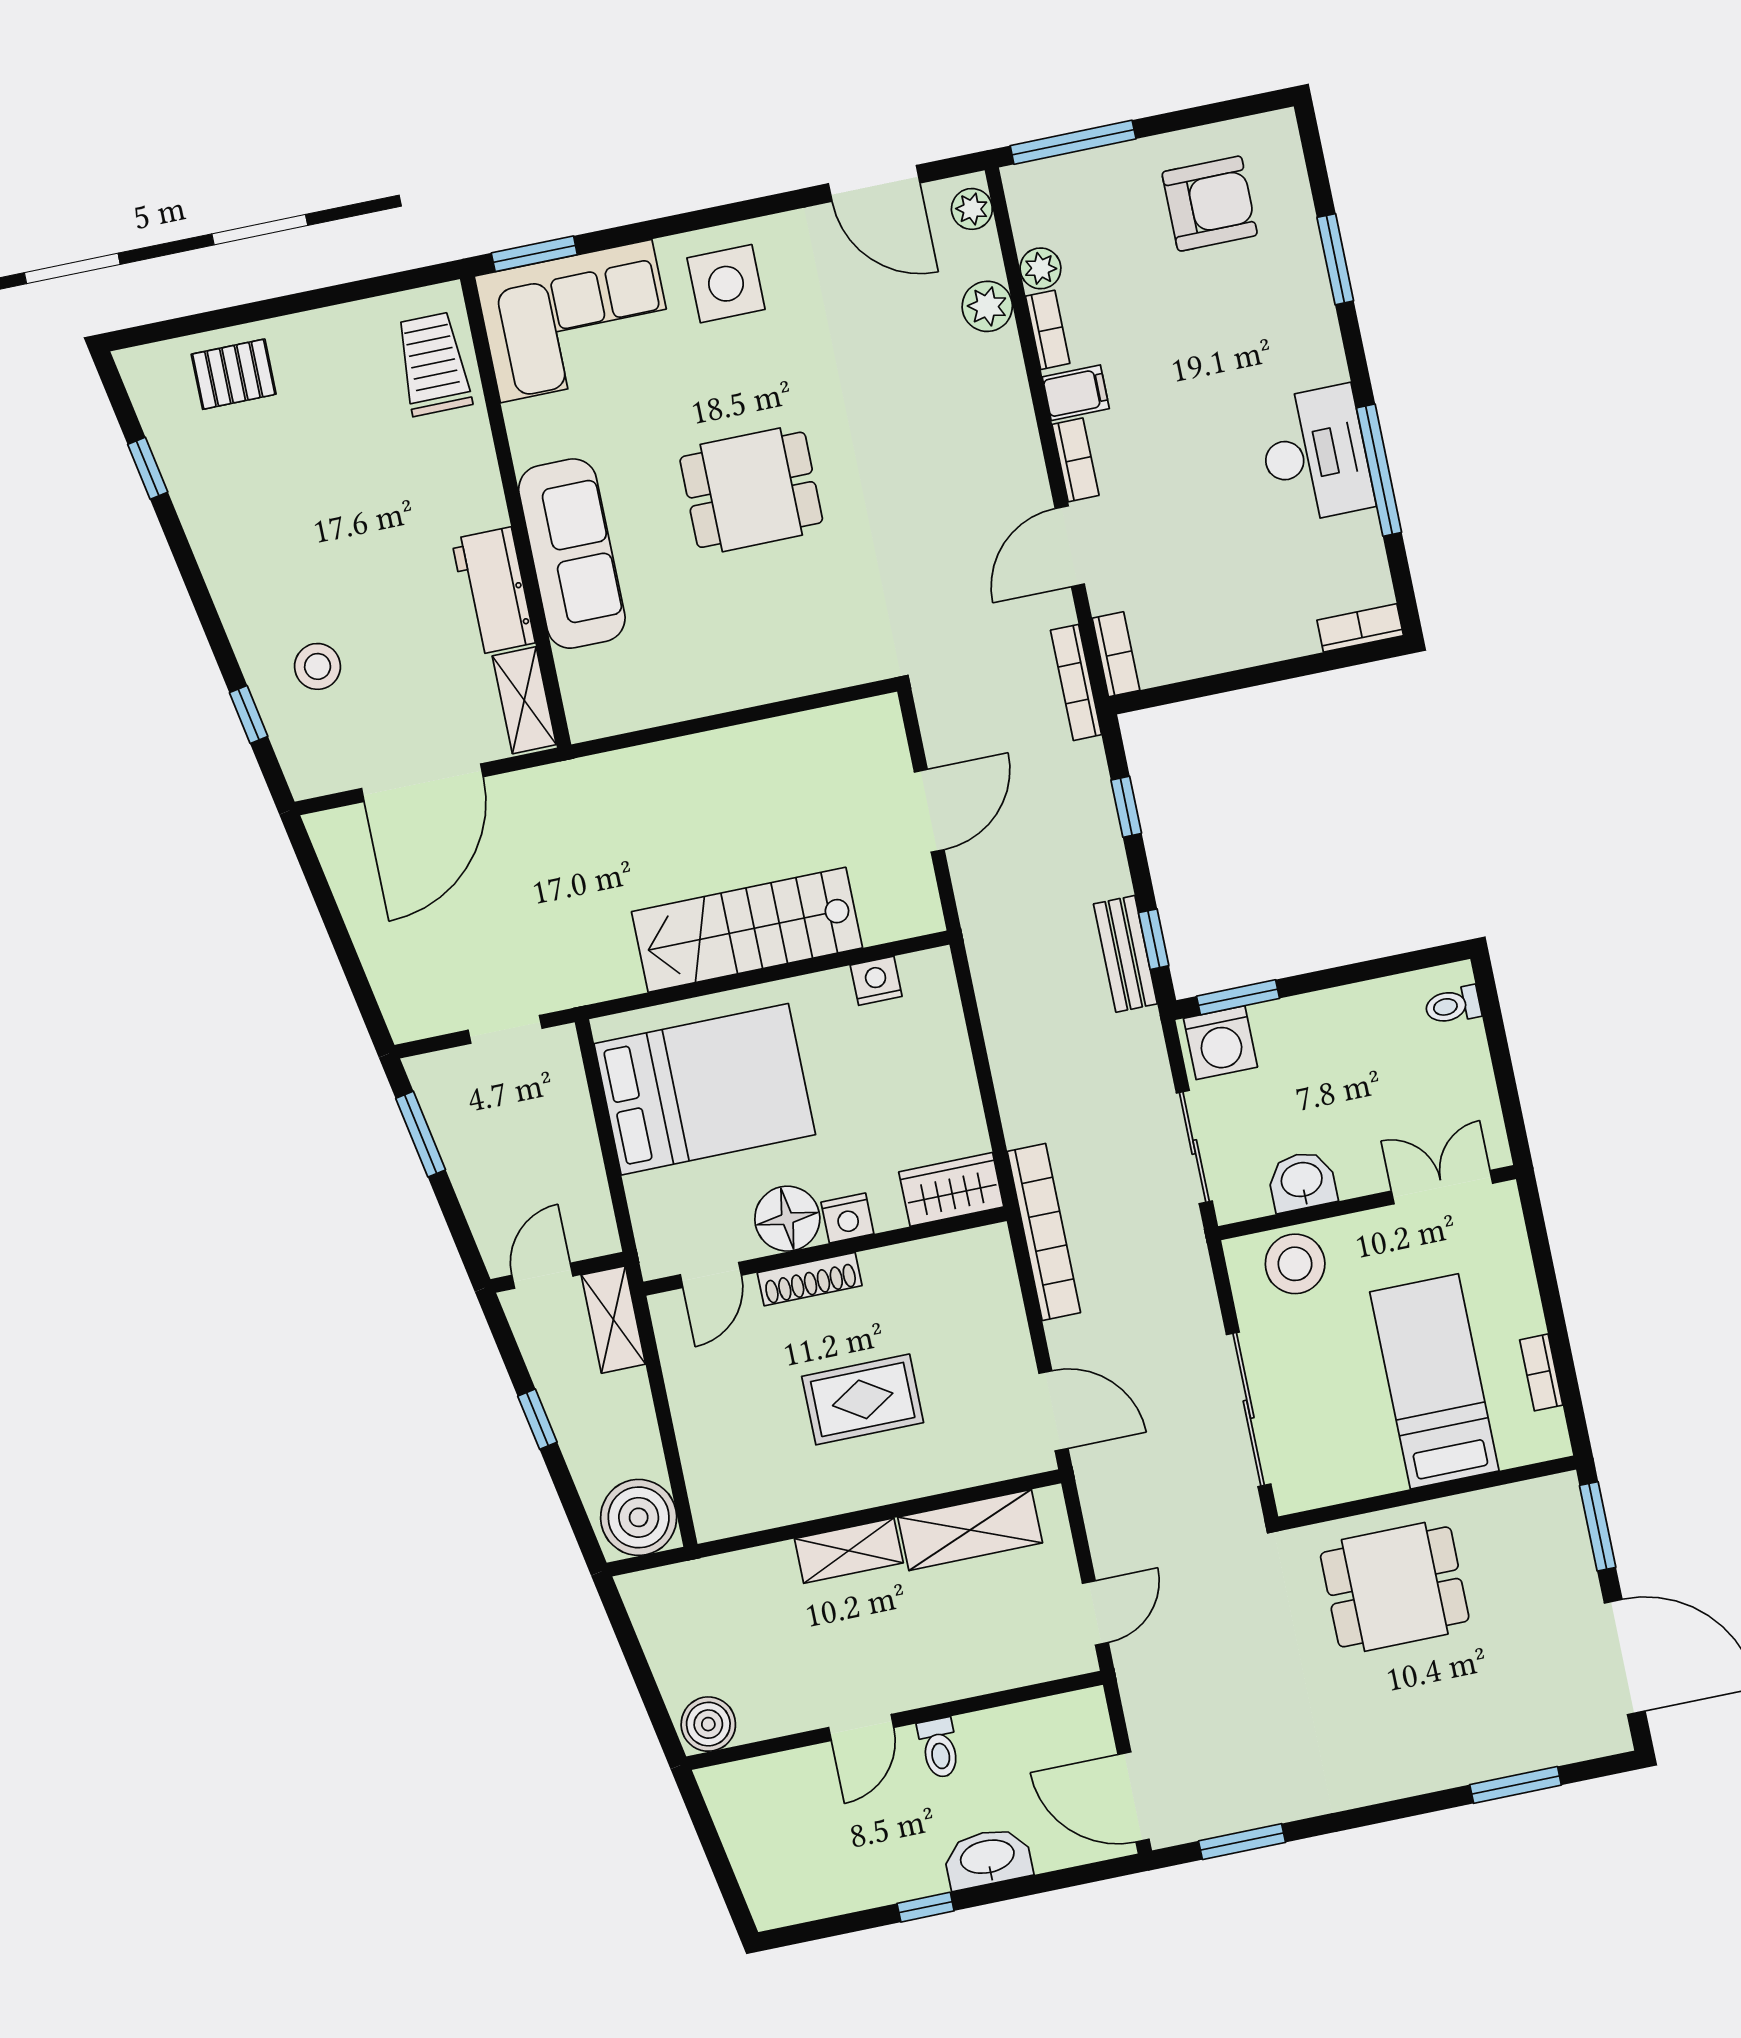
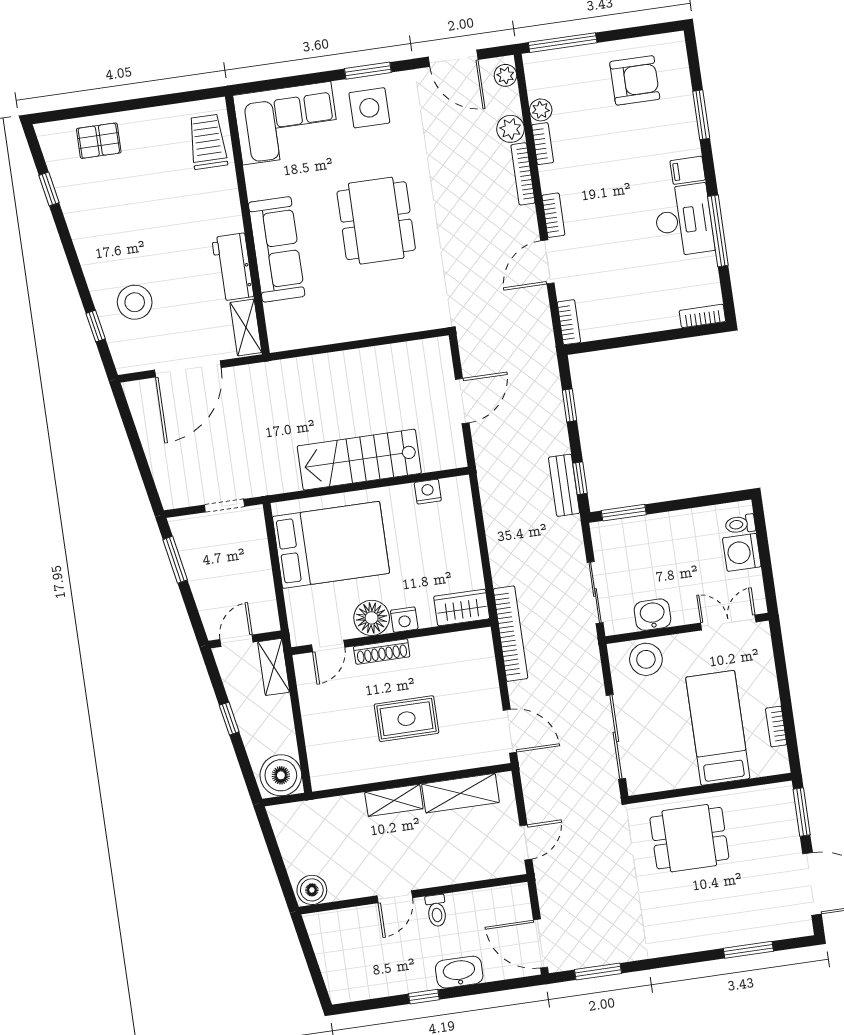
window: (534, 254) -> (368, 71), moved
filing cabinet: (1076, 393) -> (688, 170), moved, turned 180
dining table: (751, 490) -> (376, 221), width x1.38
stool: (318, 666) -> (135, 302), width x1.38, depth x1.38
bookcase: (1076, 682) -> (523, 174), moved
washing machine: (1220, 1043) -> (742, 552), moved, turned 90

